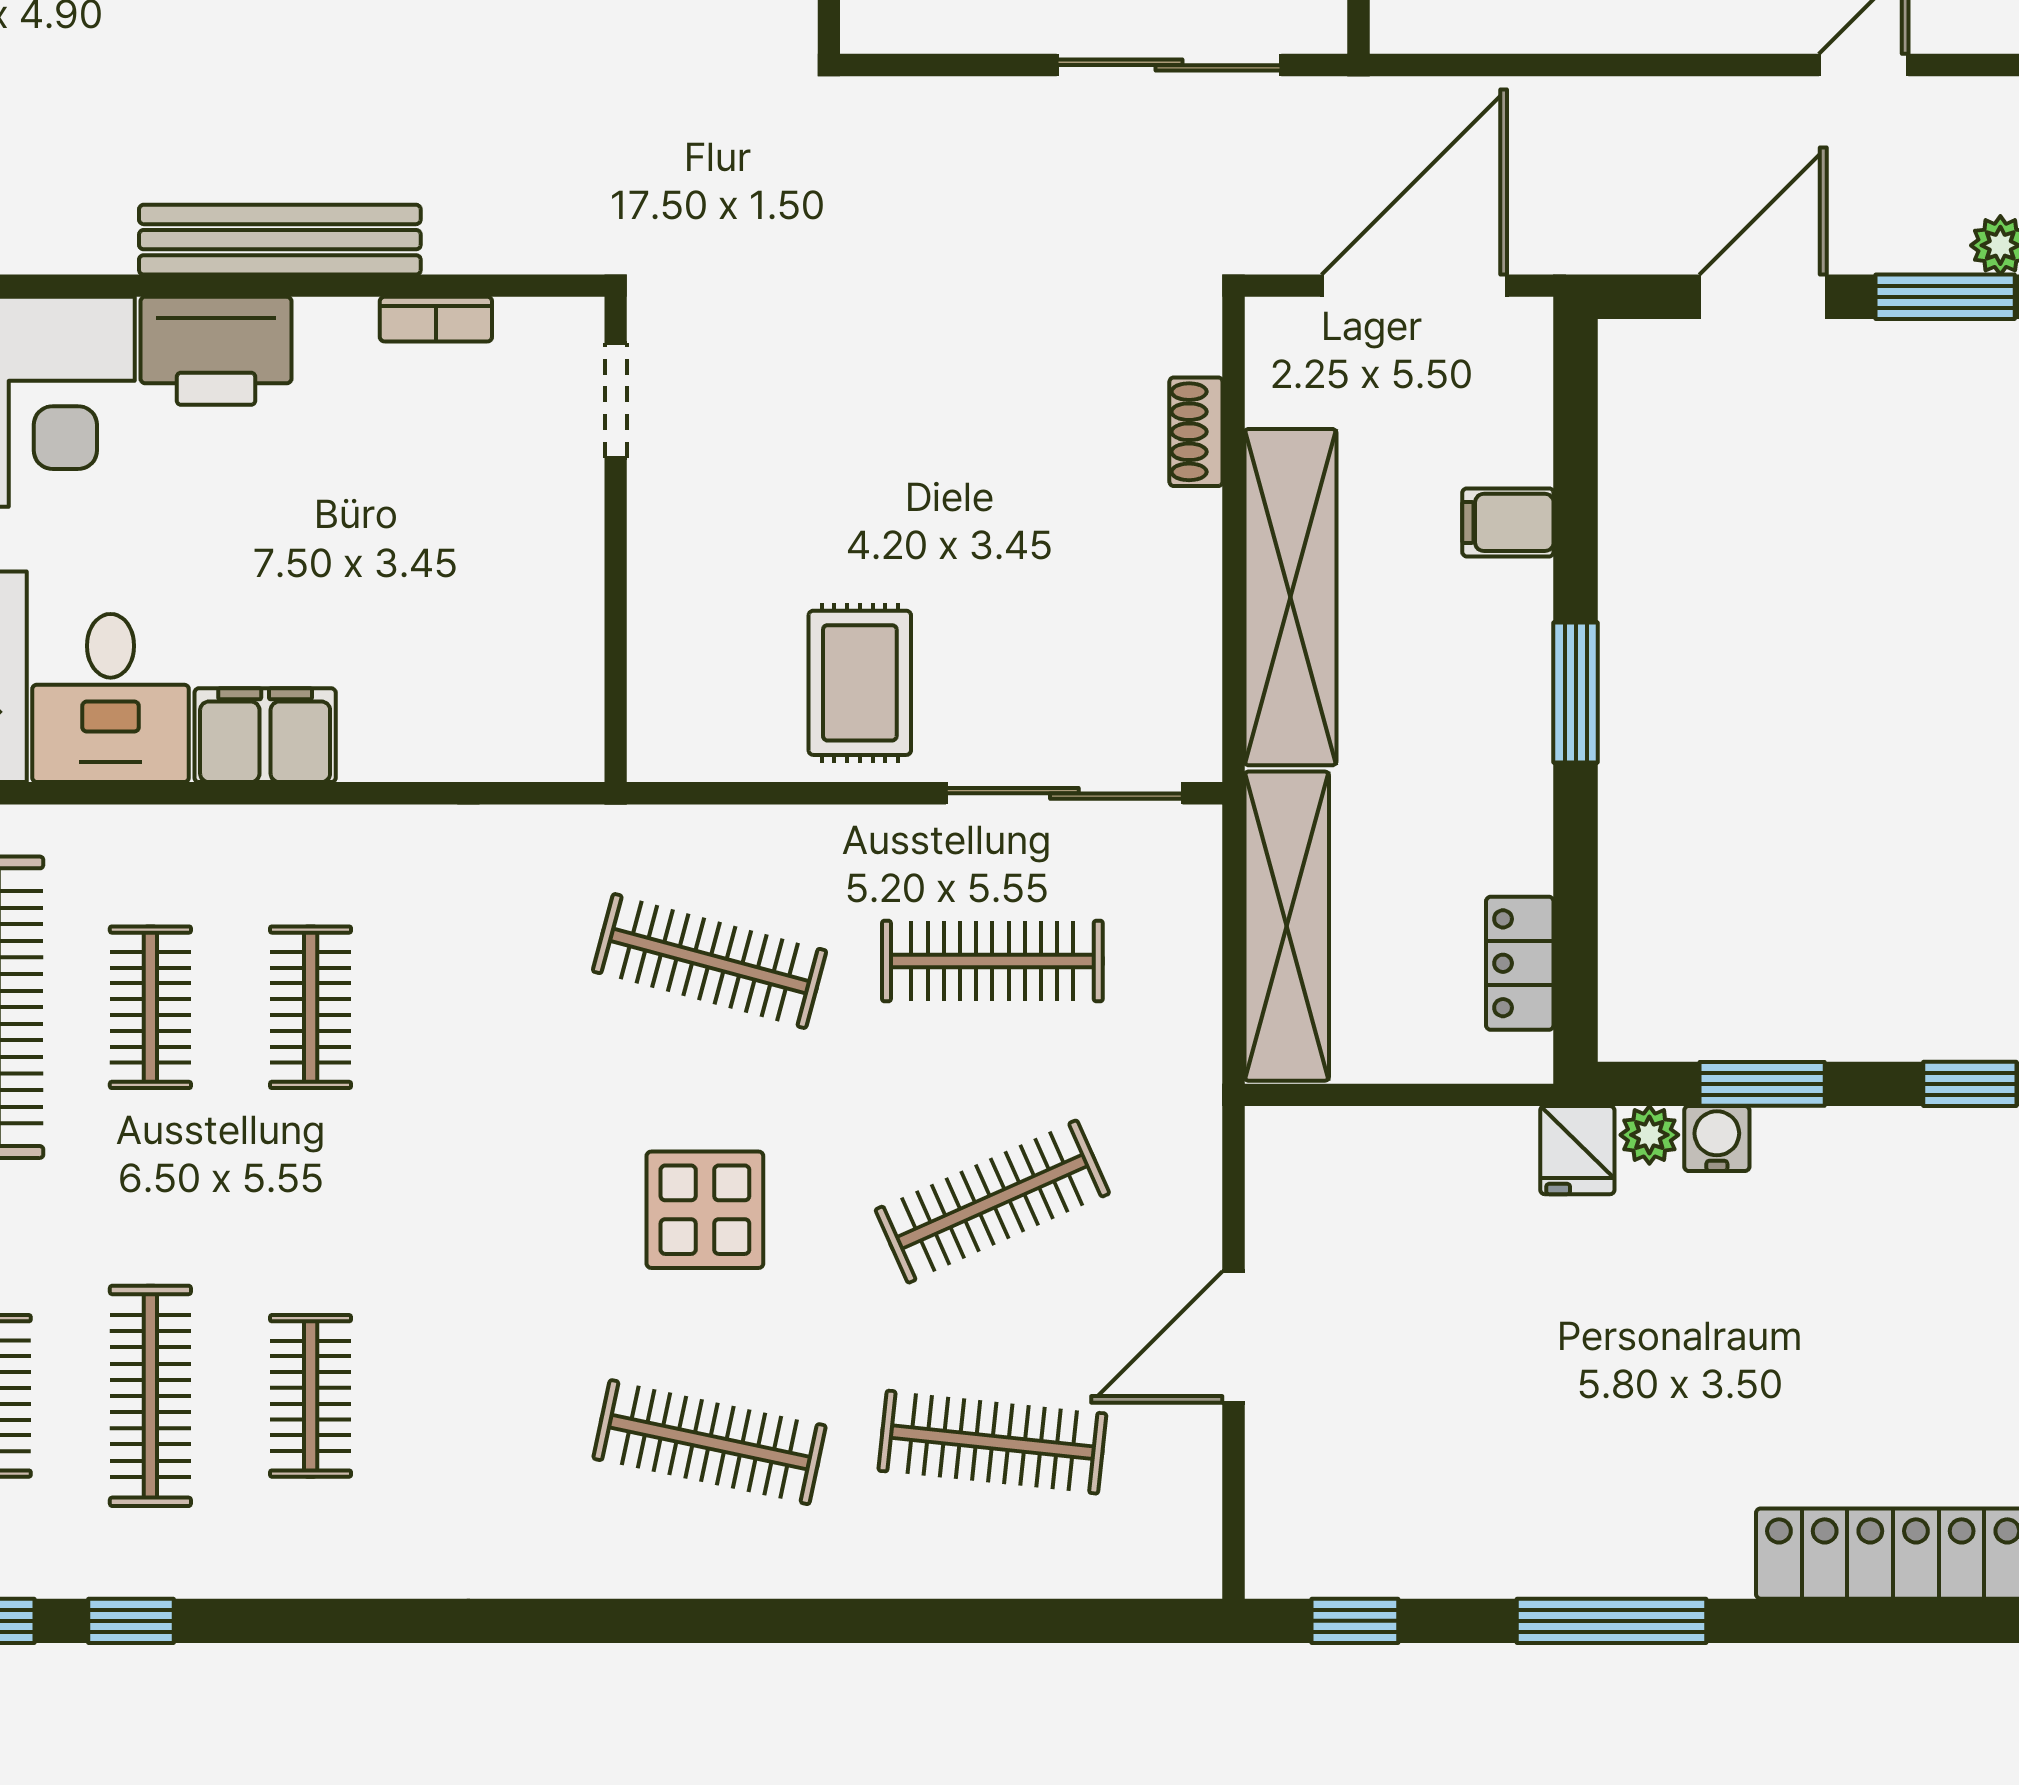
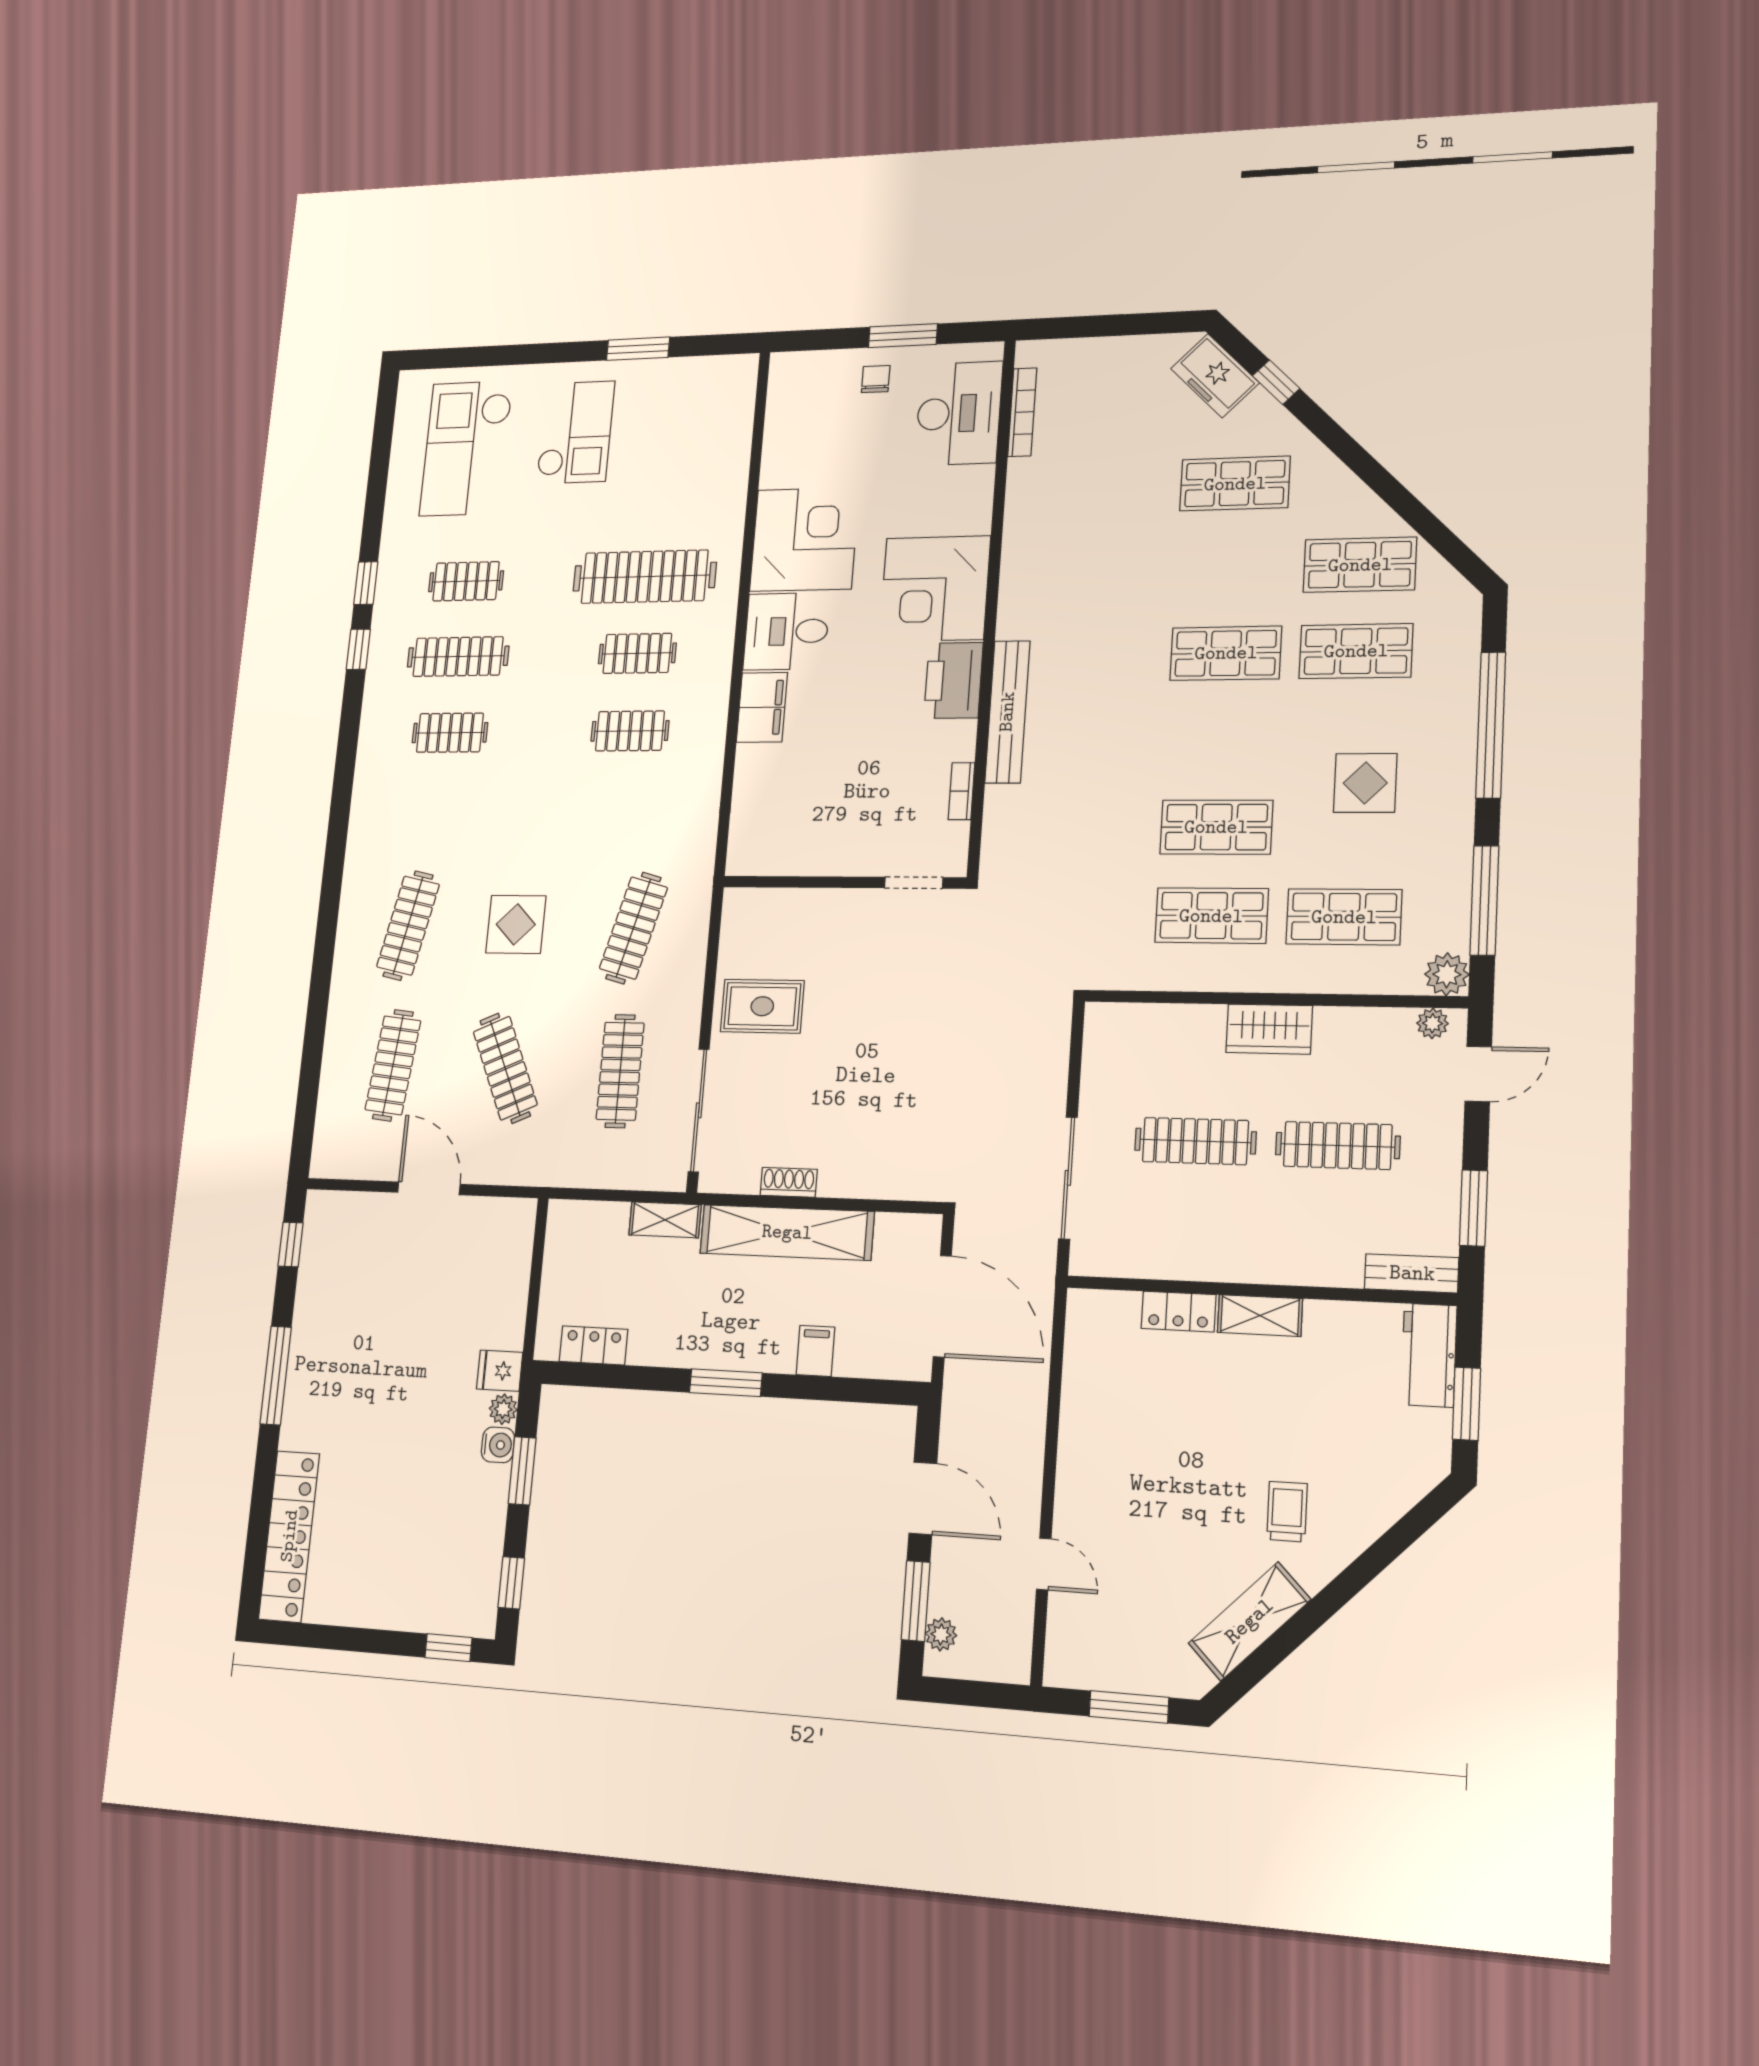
shoe rack: (1196, 432) -> (789, 1182), moved
shelving: (1287, 926) -> (665, 1220), width x0.45, depth x0.75

